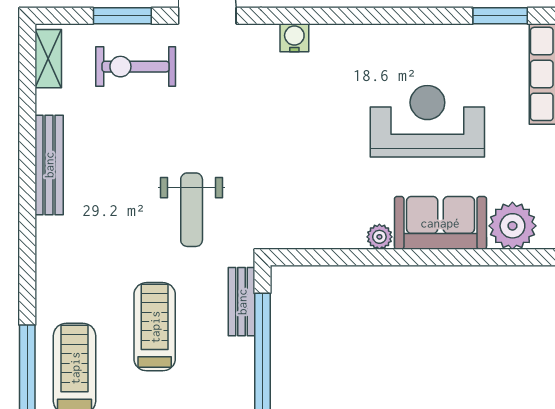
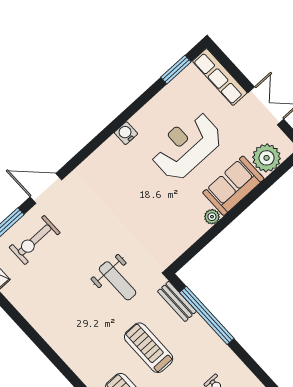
water cooler: (294, 38) -> (126, 133), moved
bench: (49, 165) -> (36, 319), removed

